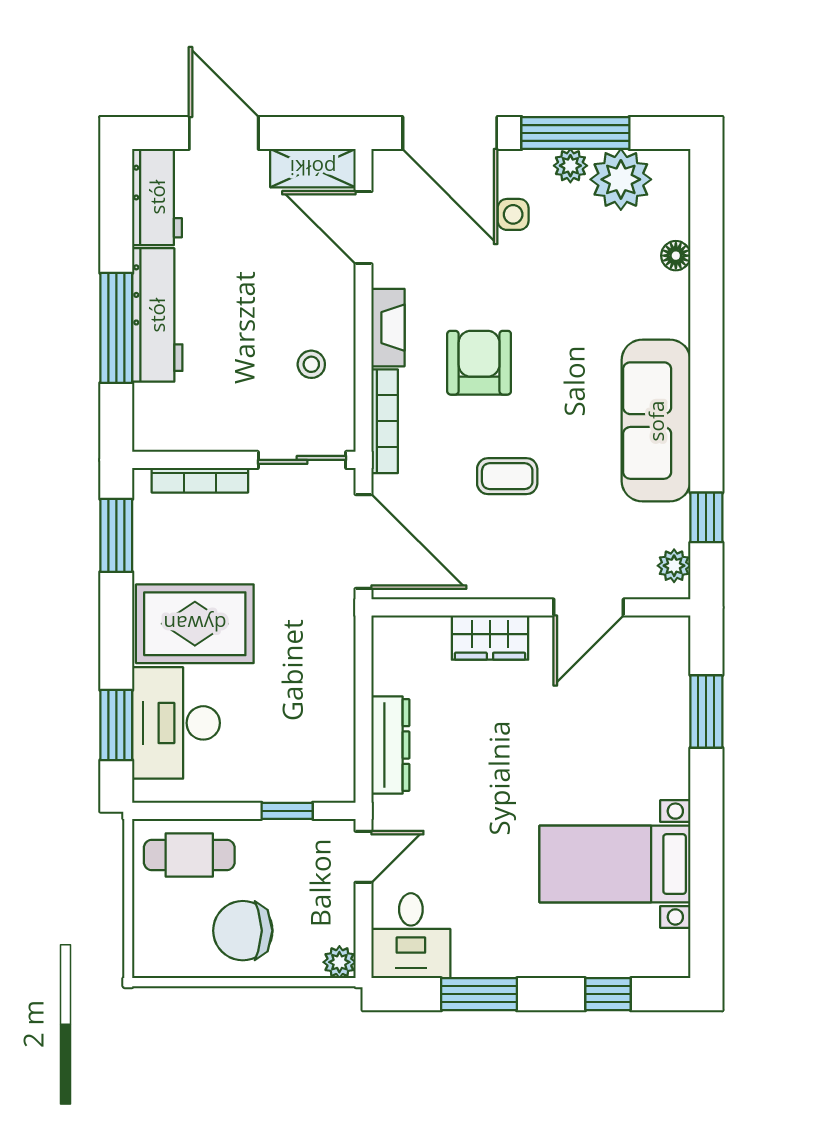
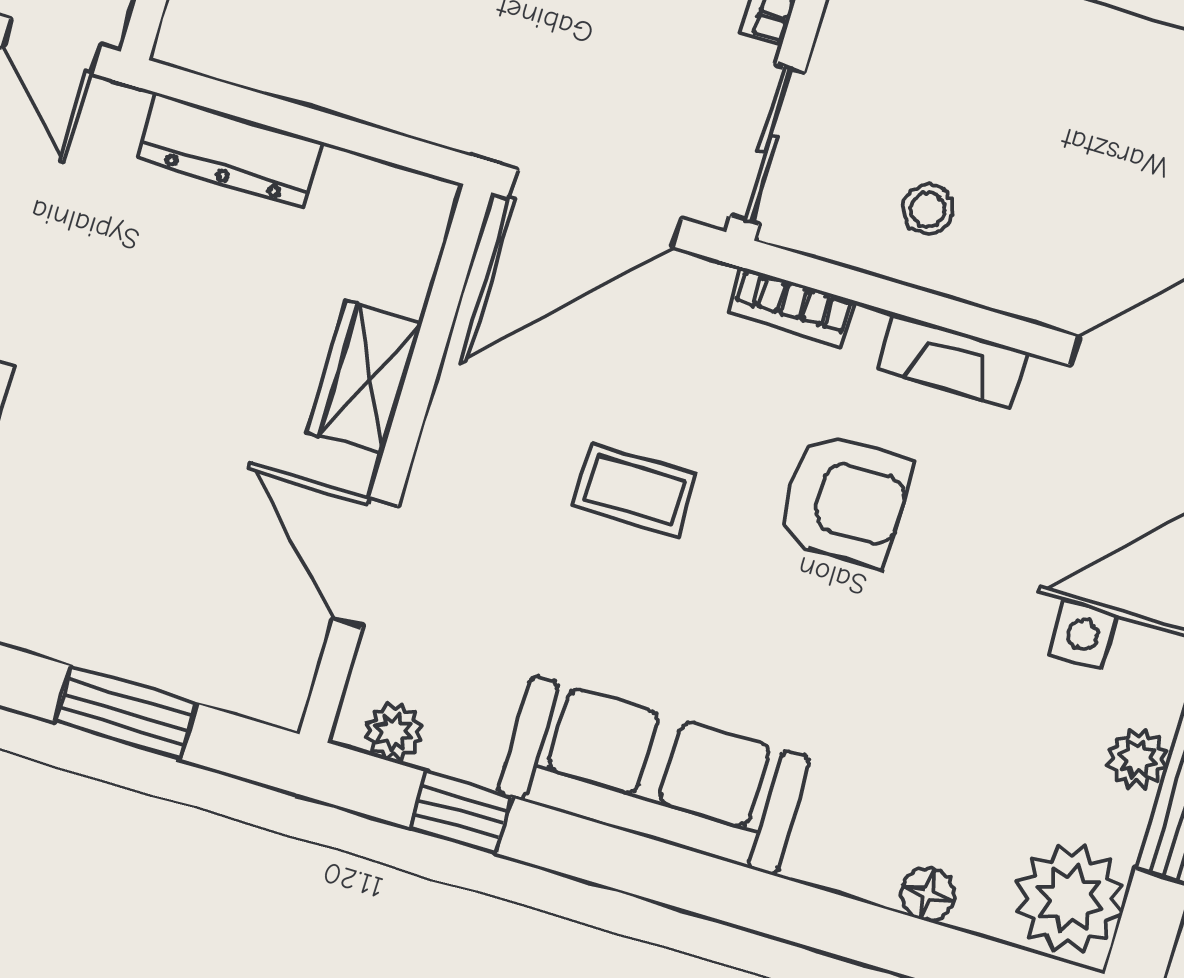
plant: (621, 179) -> (1070, 899), moved
bookcase: (385, 421) -> (792, 307), width x0.64
coffee table: (507, 476) -> (634, 490), turned 90

